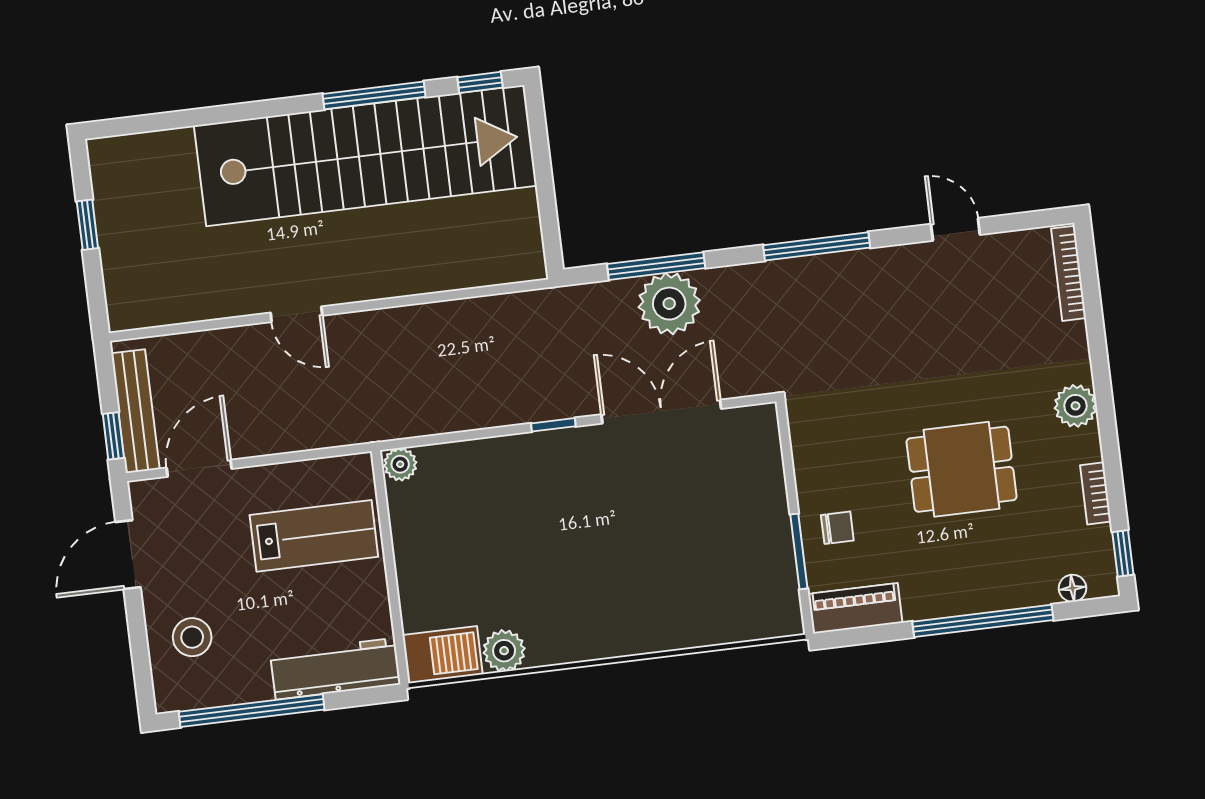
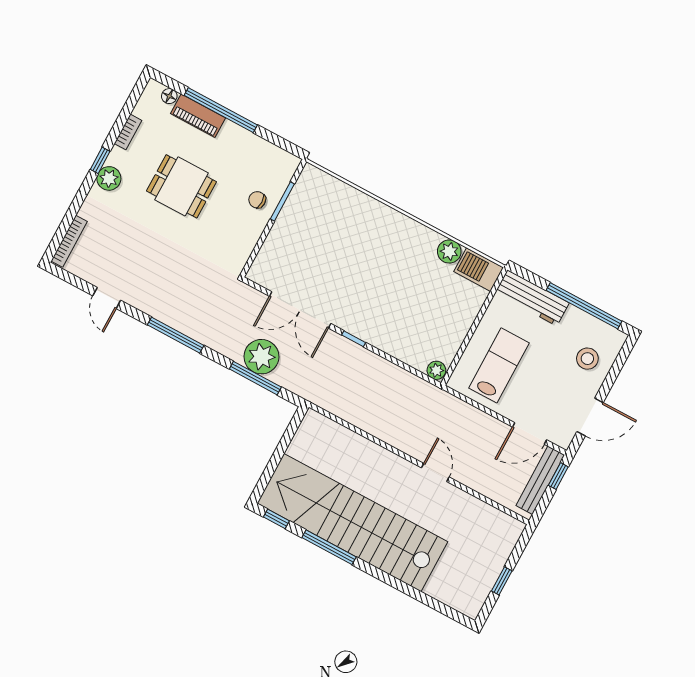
lab bench: (314, 536) -> (499, 365), turned 90
window: (1123, 553) -> (100, 160), moved
piano: (855, 608) -> (198, 116), moved

